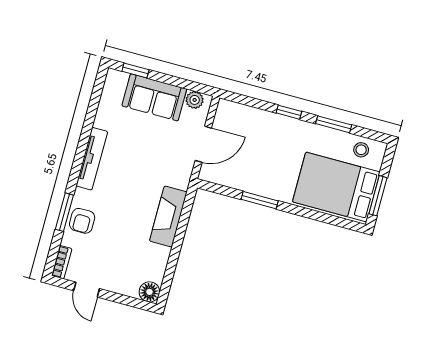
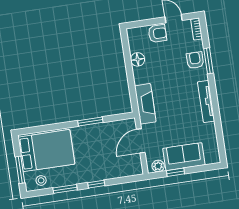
window: (135, 70) -> (175, 172), moved
window: (378, 196) -> (20, 170), moved
fireplace: (168, 216) -> (145, 104), moved
armchair: (117, 279) -> (157, 34), added
floor lamp: (149, 292) -> (138, 59), moved

